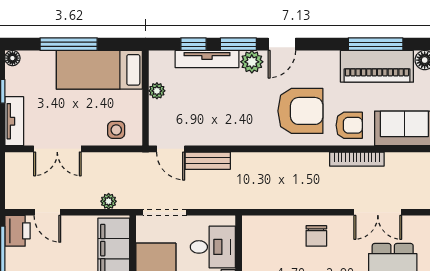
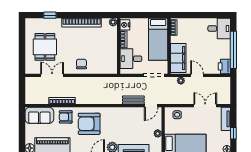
door: (171, 149) -> (151, 106), swing flipped
door: (47, 212) -> (197, 75), moved

